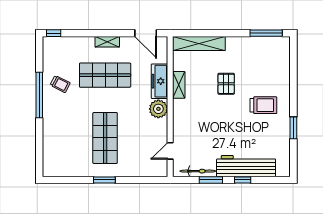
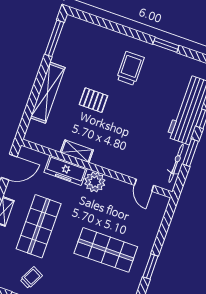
shelving: (199, 43) -> (48, 93), moved

